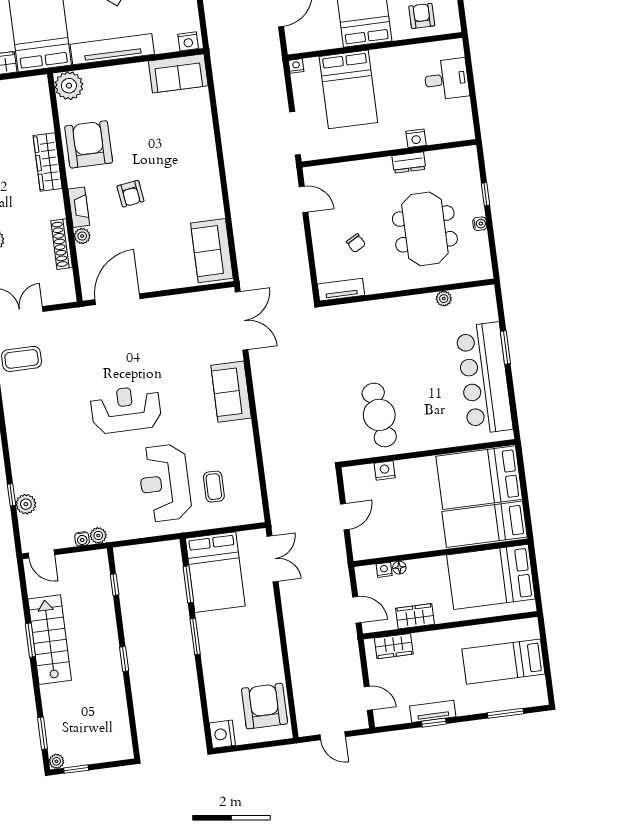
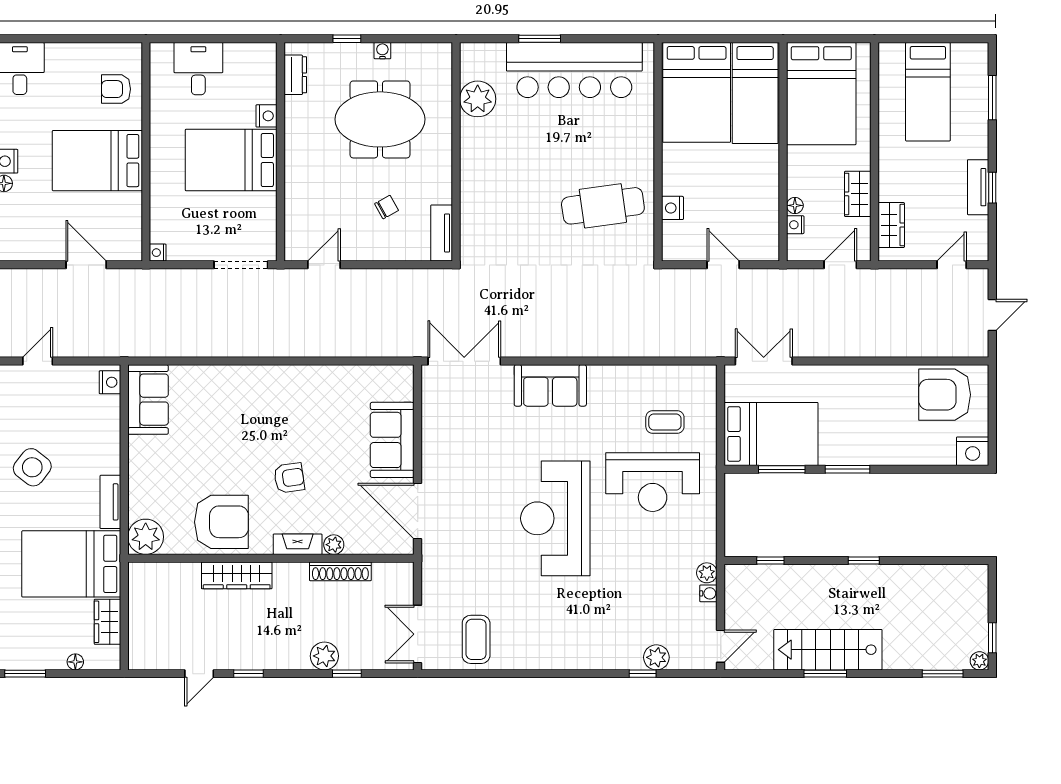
tv unit: (112, 49) -> (110, 502), width x0.52, depth x0.78
bed: (348, 89) -> (231, 160), moved, turned 180
armchair: (89, 144) -> (221, 522), turned 180
dresser: (409, 162) -> (295, 75), moved
sofa: (212, 251) -> (392, 440), moved, turned 90
plant: (444, 299) -> (478, 99), width x1.88, depth x1.88
reception desk: (126, 409) -> (555, 518), width x1.36, depth x1.30

